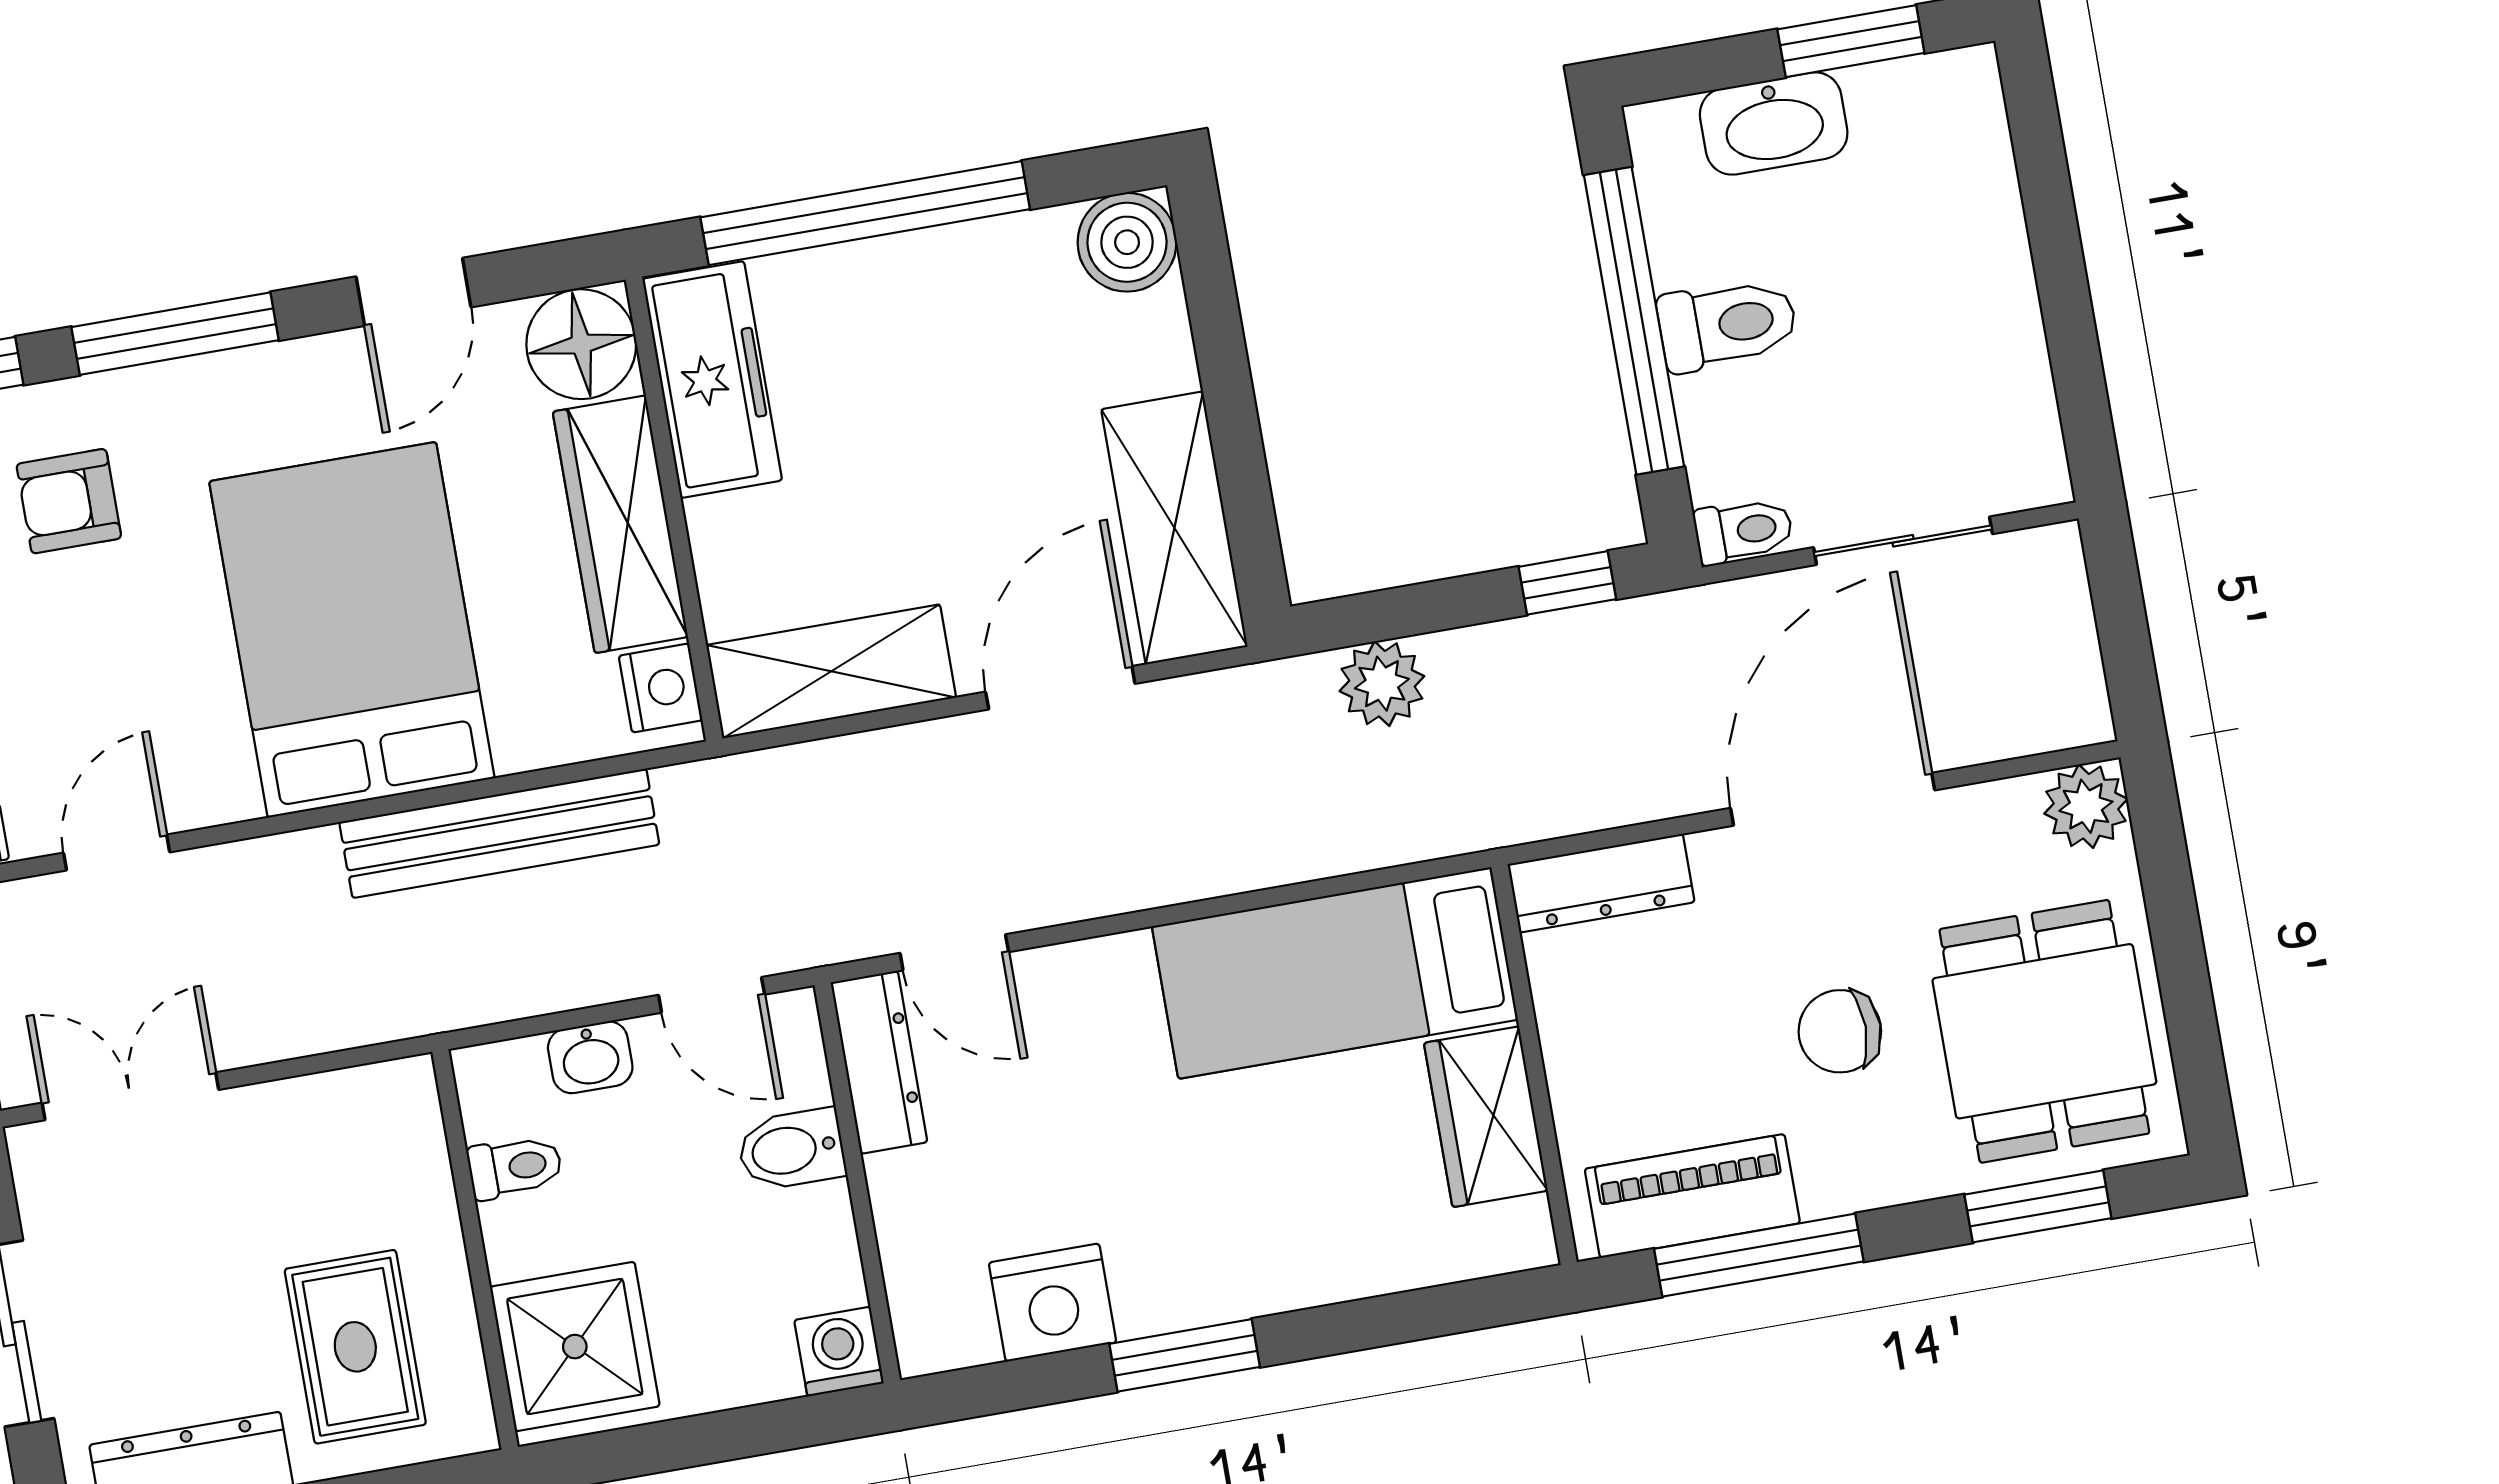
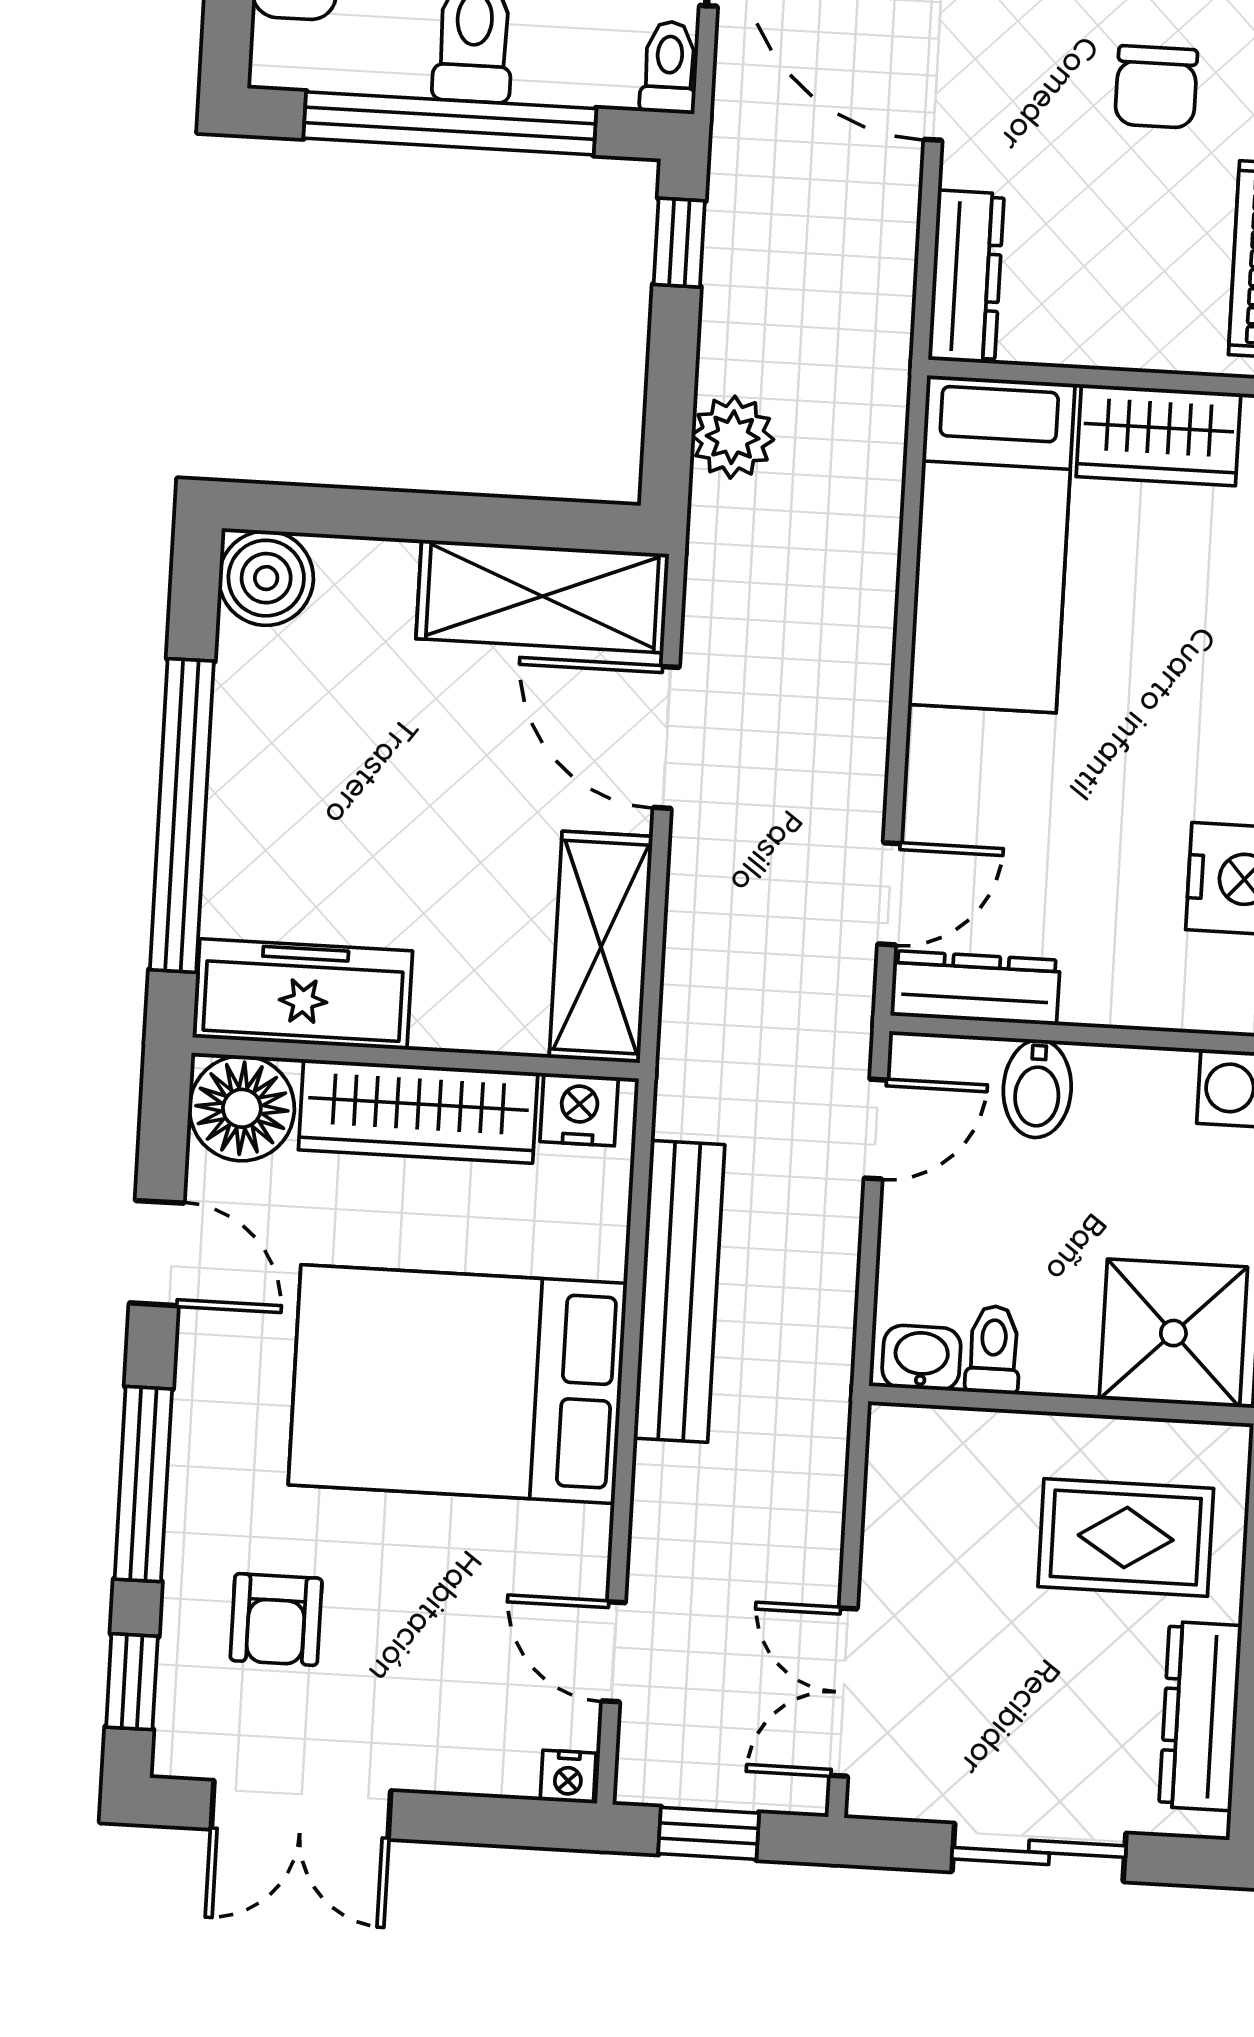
washbasin: (590, 1057) -> (921, 1358), moved, turned -90

